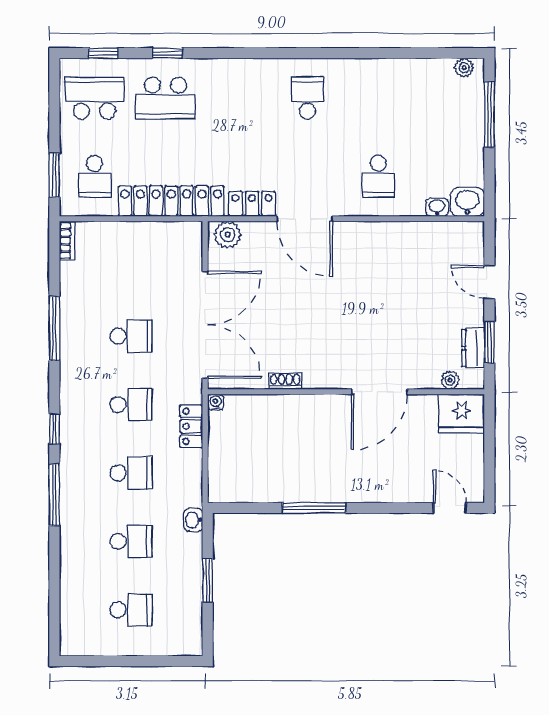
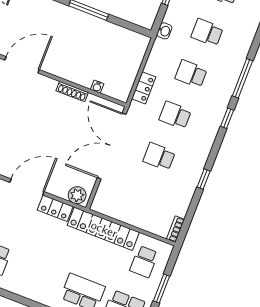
window: (54, 175) -> (161, 289), moved
school desk: (95, 176) -> (144, 262), turned 180
door: (305, 219) -> (27, 187), hinge flipped
window: (54, 328) -> (204, 179), width x0.46
shoe rack: (285, 381) -> (72, 92), width x1.43
water cooler: (216, 402) -> (97, 87), moved

